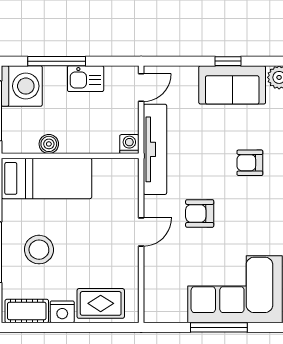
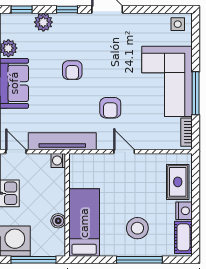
bookcase: (167, 315) -> (187, 132), added

